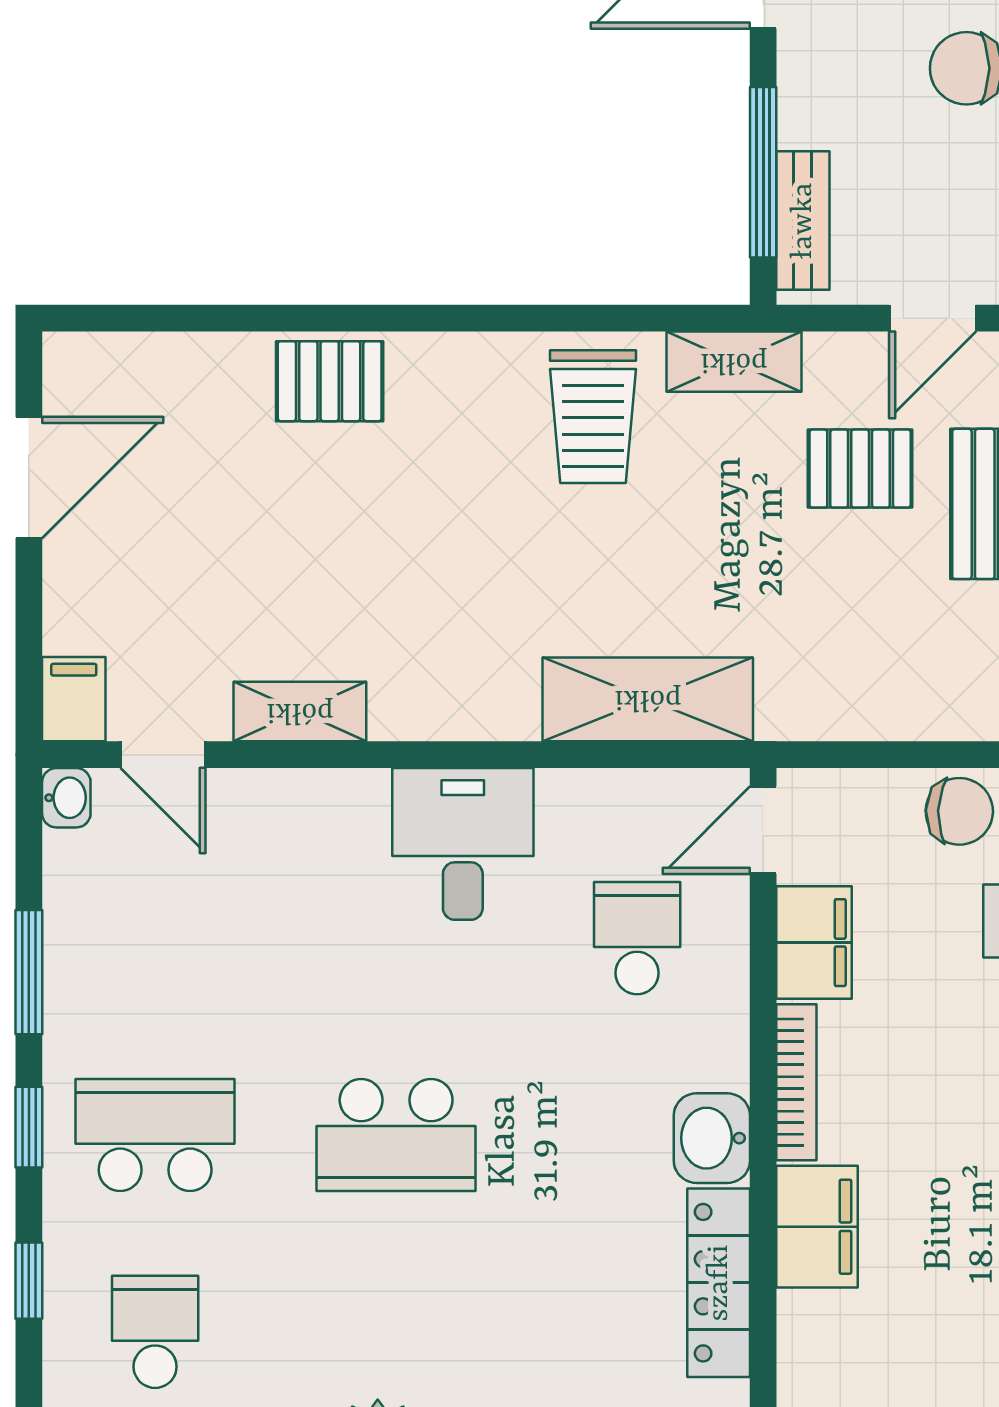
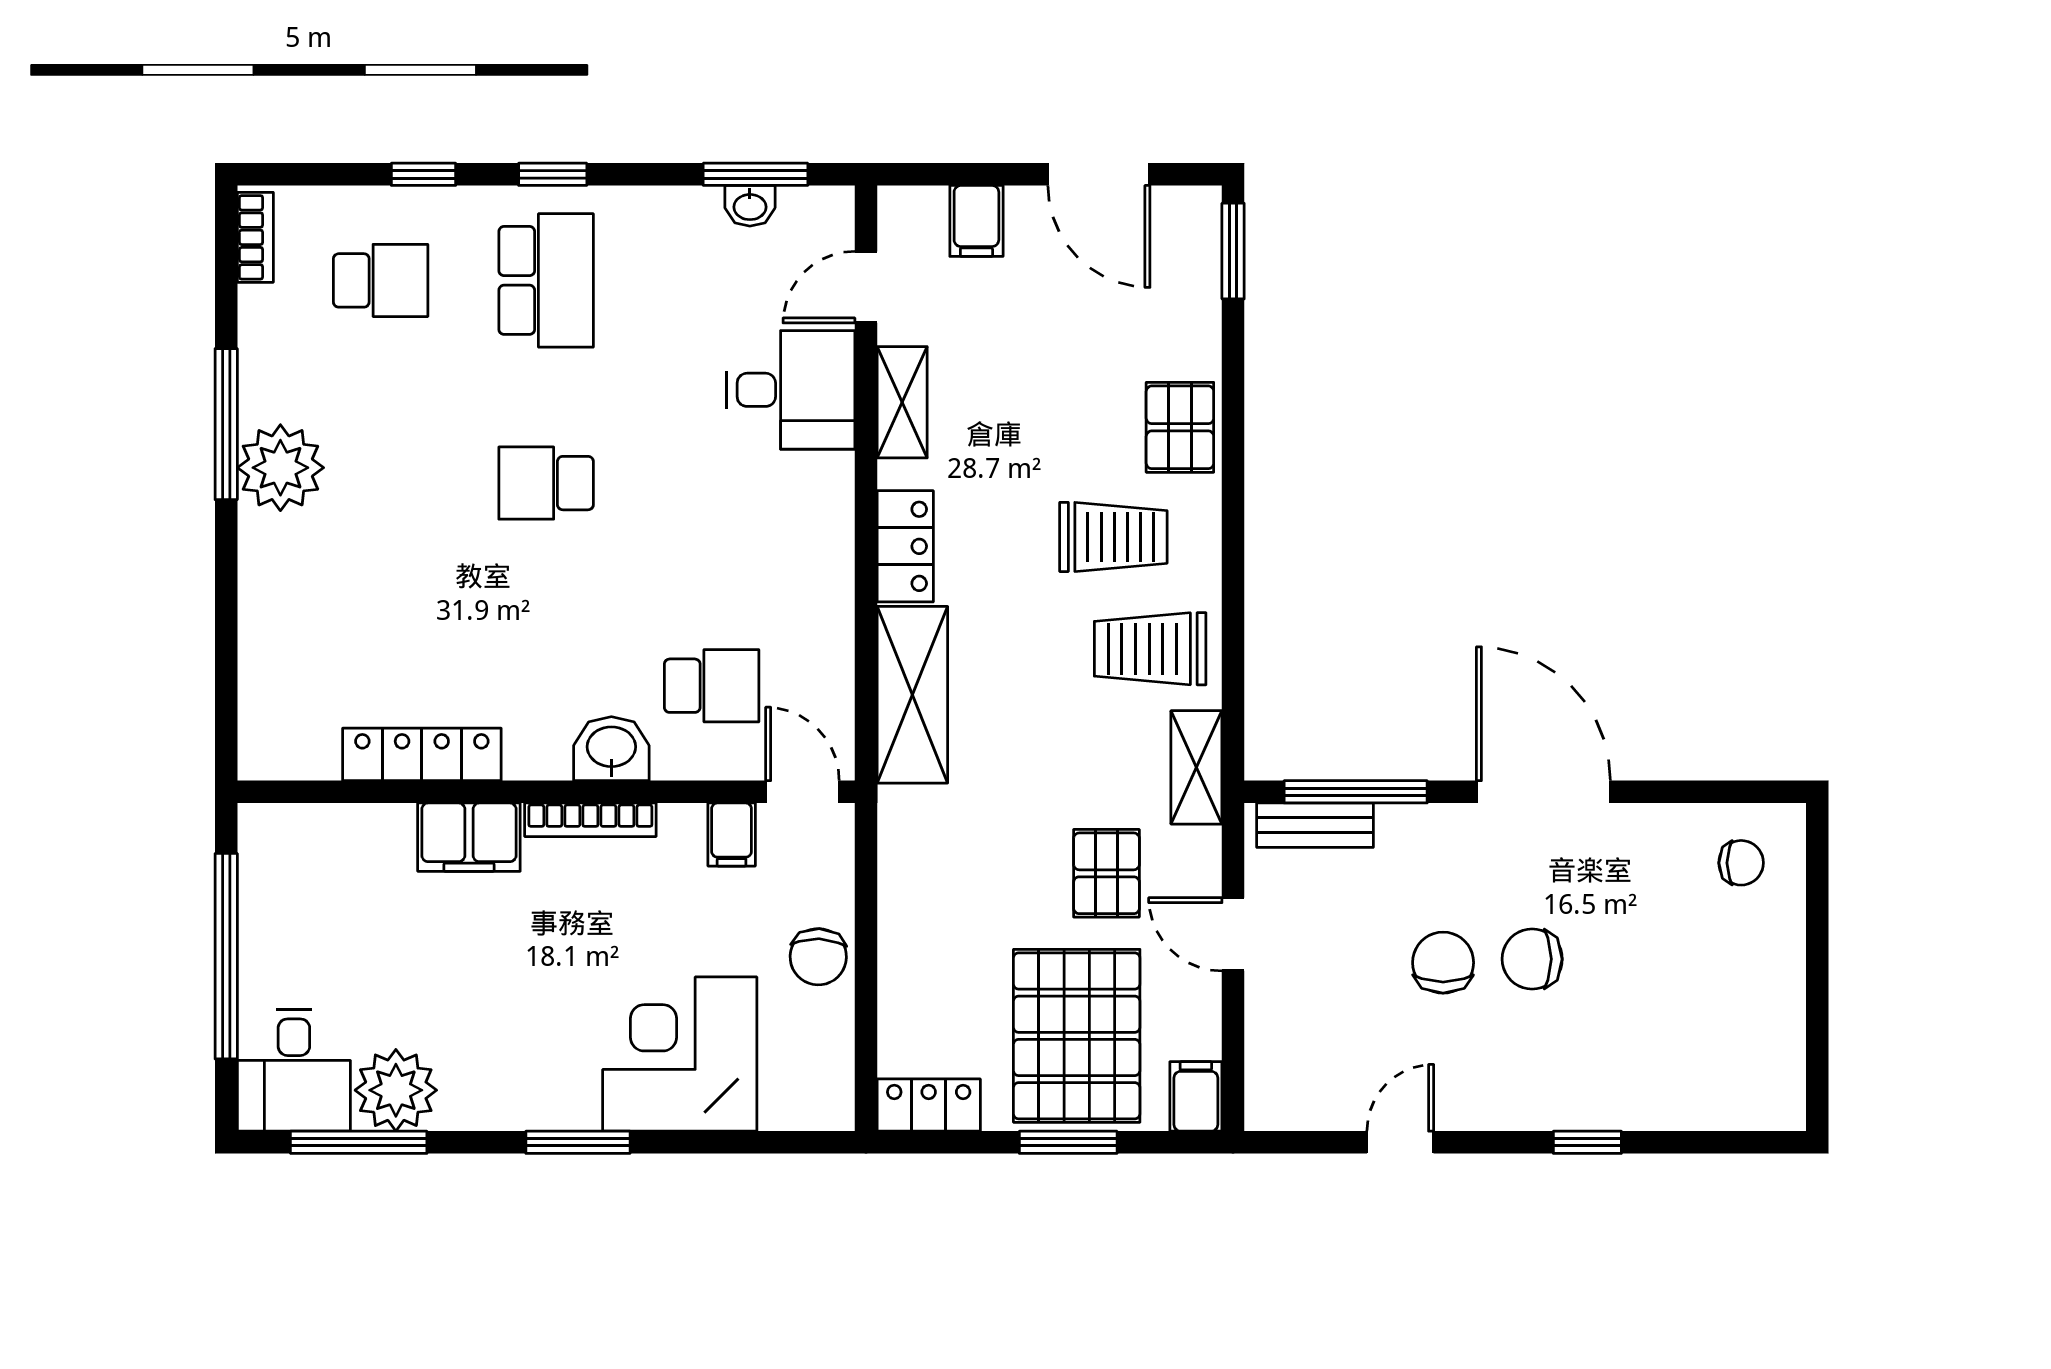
window: (120, 318) -> (1233, 251), added
trolley: (460, 460) -> (1113, 537), added
filing cabinet: (74, 699) -> (976, 221), moved, turned 90
locker: (471, 708) -> (905, 546), added
washbasin: (66, 798) -> (750, 206), moved
desk: (463, 844) -> (791, 390), moved
filing cabinet: (814, 943) -> (732, 835), width x0.50
window: (29, 972) -> (756, 174), moved
school desk: (396, 1135) -> (546, 483), width x0.54
washbasin: (712, 1138) -> (611, 749), moved

